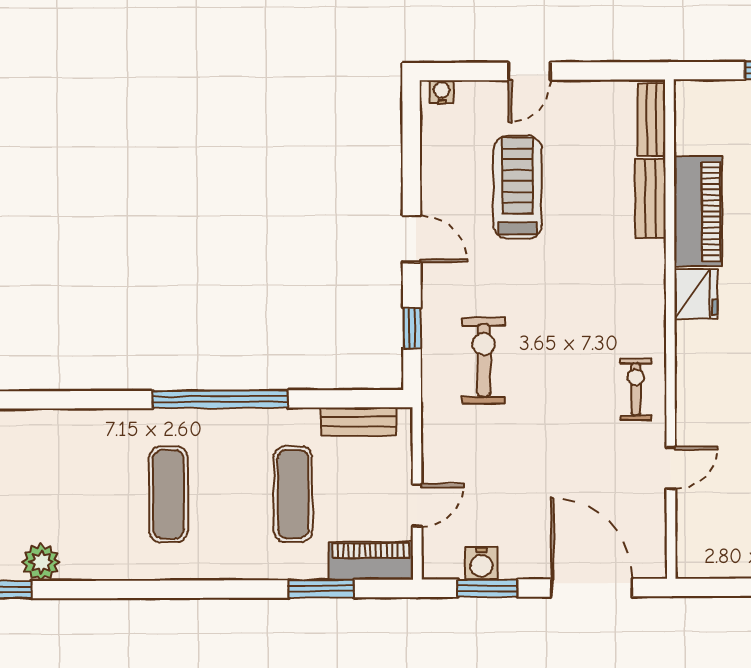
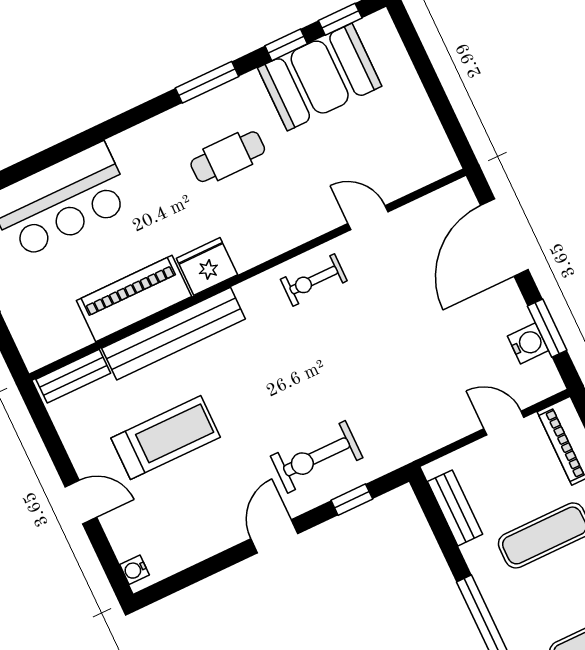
treadmill: (517, 187) -> (166, 438), moved, turned 180
bench: (650, 199) -> (174, 334), width x1.86, depth x1.21
exercise bike: (484, 360) -> (317, 457), moved

